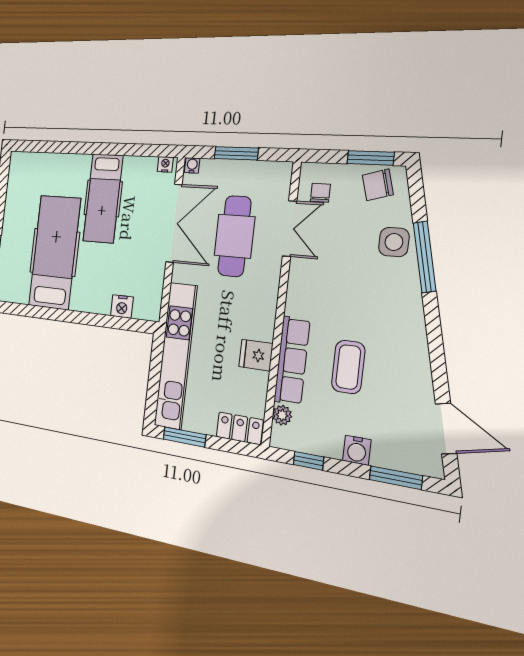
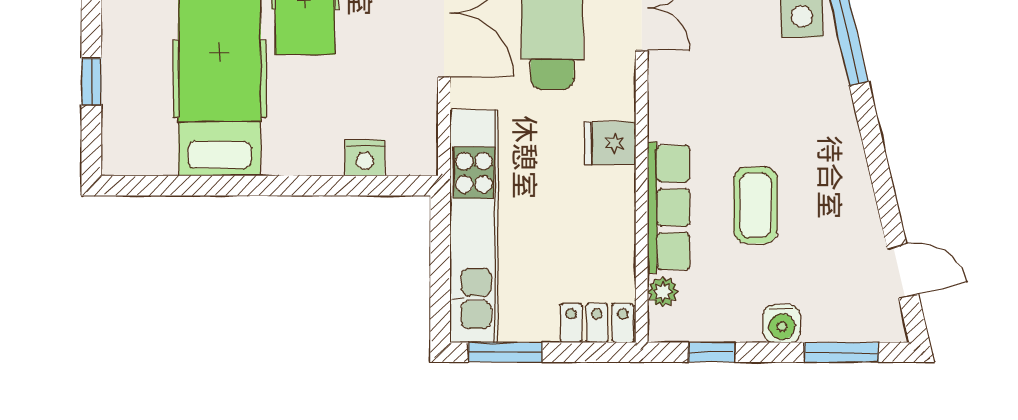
fridge: (256, 355) -> (610, 143), moved
door: (446, 429) -> (903, 271), width x0.73

